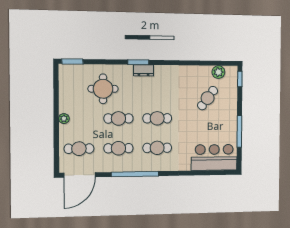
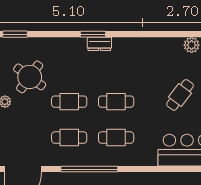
round table: (103, 89) -> (30, 77), moved, turned 36
cafe table: (208, 98) -> (180, 95), moved
cafe table: (79, 149) -> (22, 138), removed

